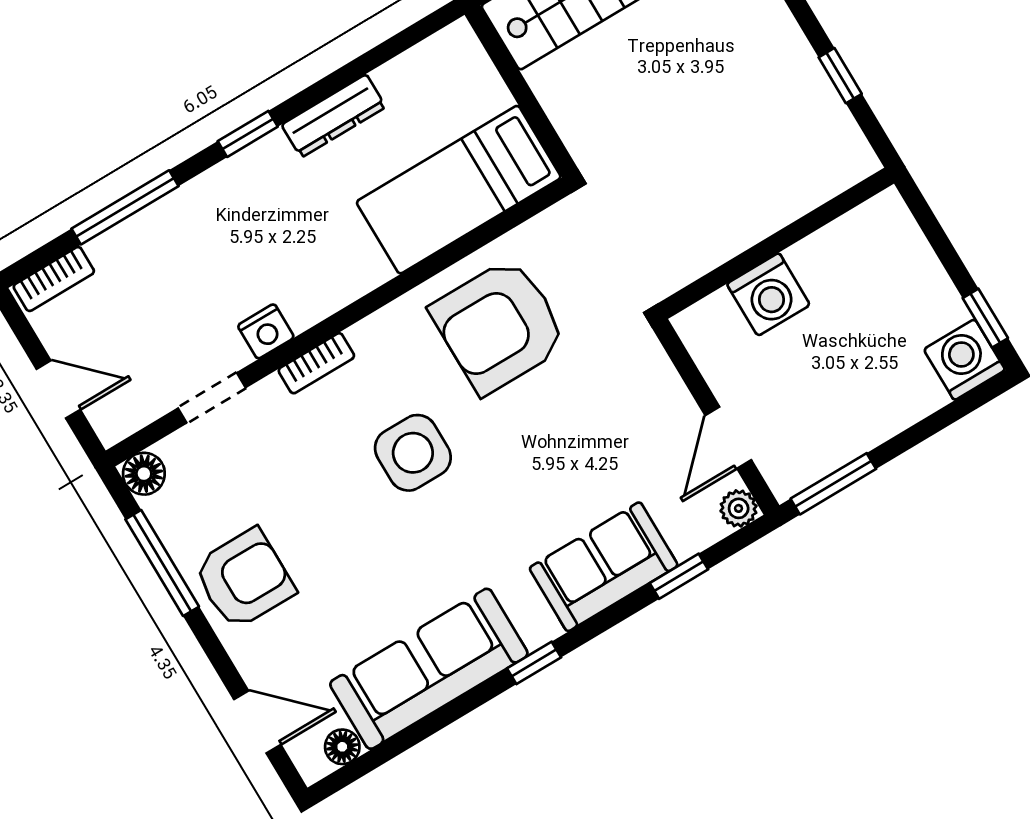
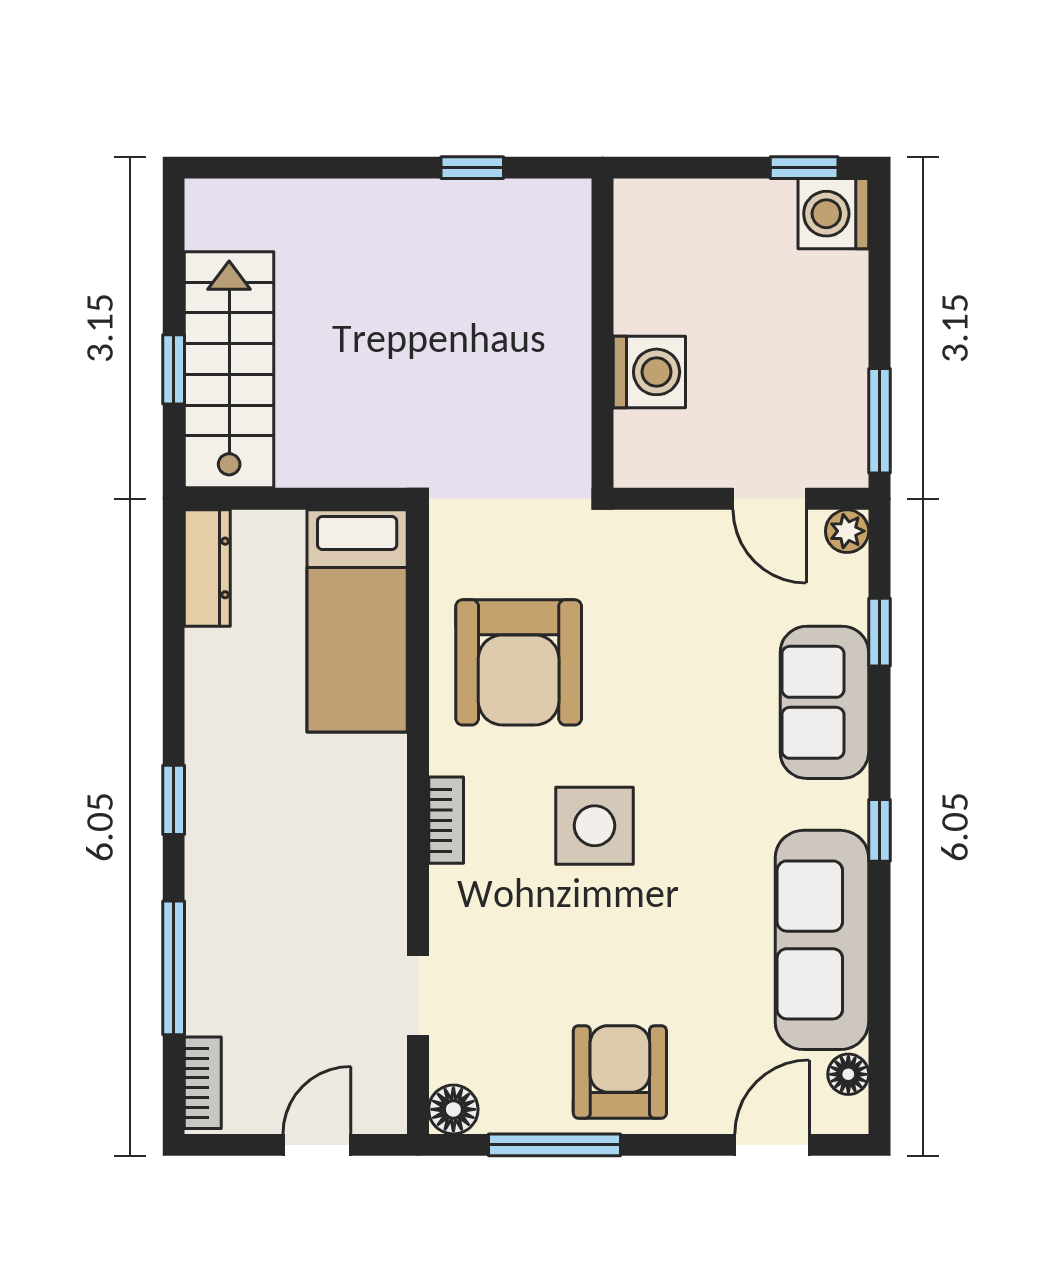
dresser: (334, 116) -> (207, 568), moved
nightstand: (266, 331) -> (384, 901), removed
bookcase: (316, 363) -> (446, 820), moved

